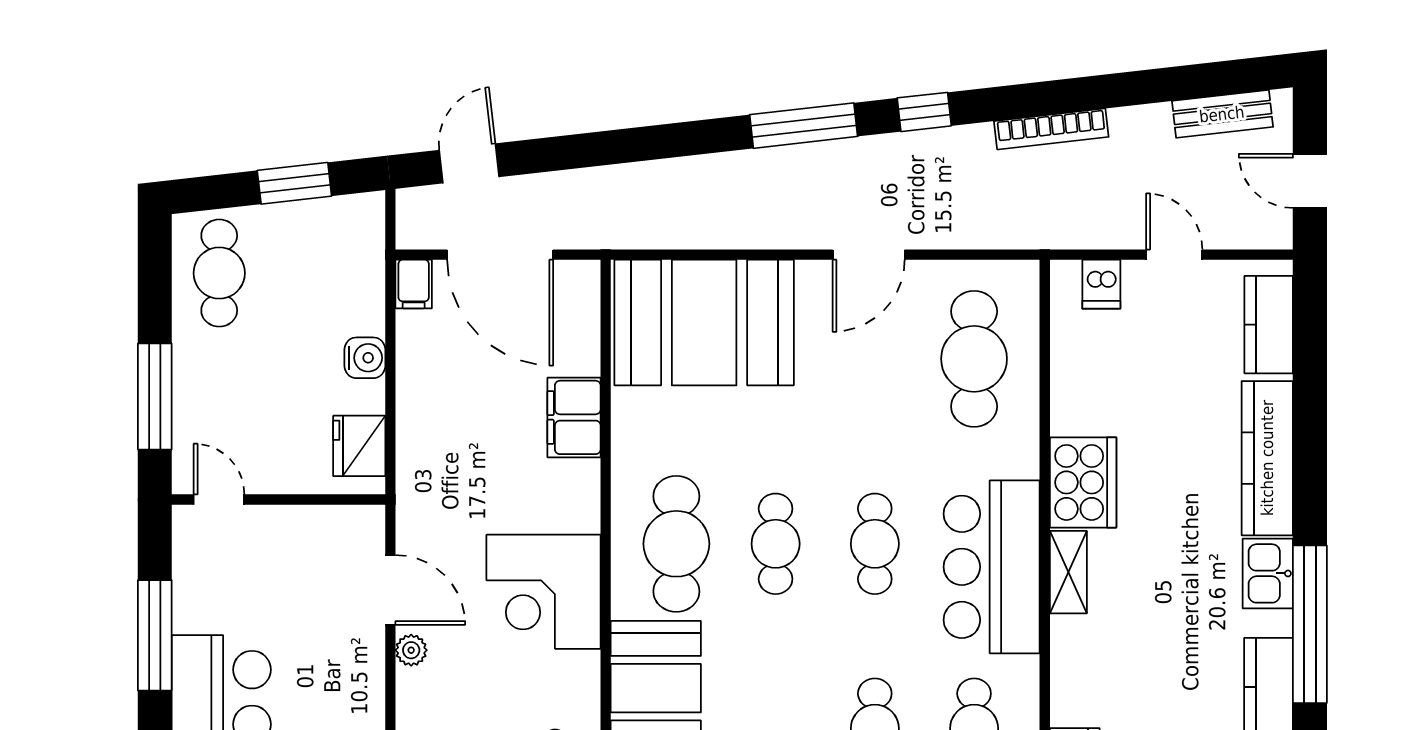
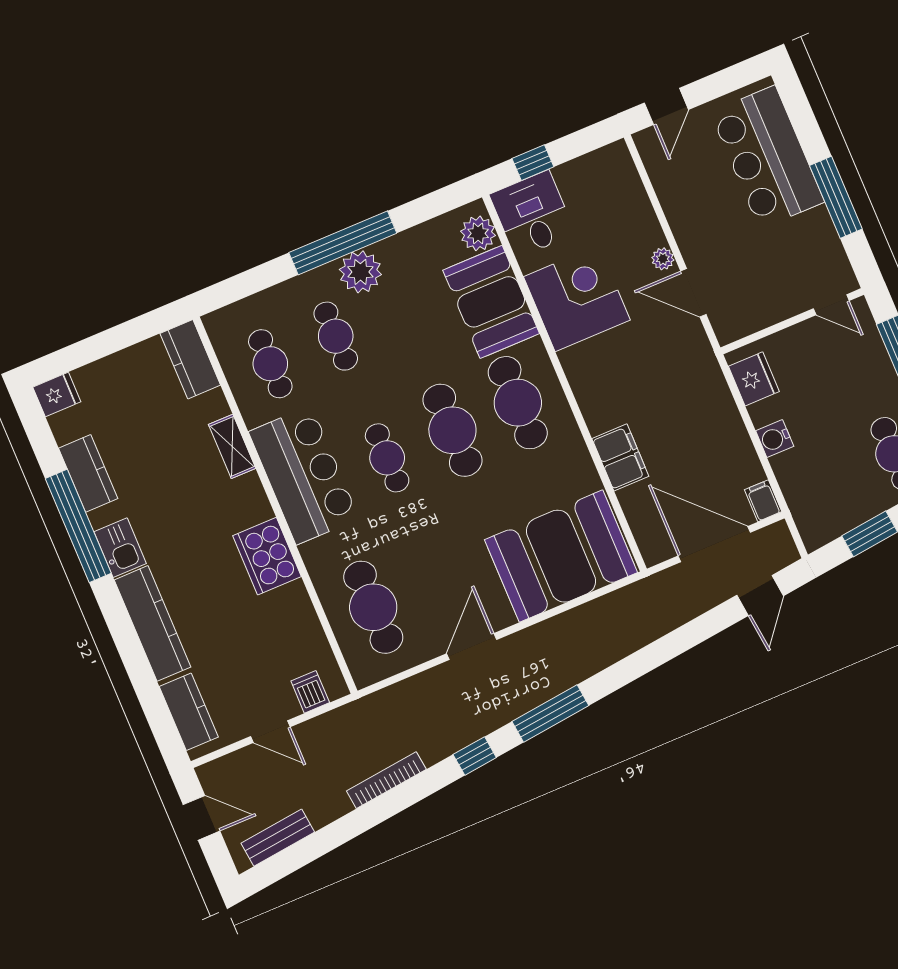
cafe table: (776, 544) -> (452, 430), width x1.37, depth x1.35
shelving: (1068, 572) -> (232, 446), moved
corner desk: (544, 592) -> (577, 298), moved

